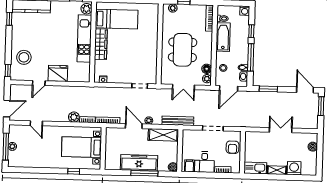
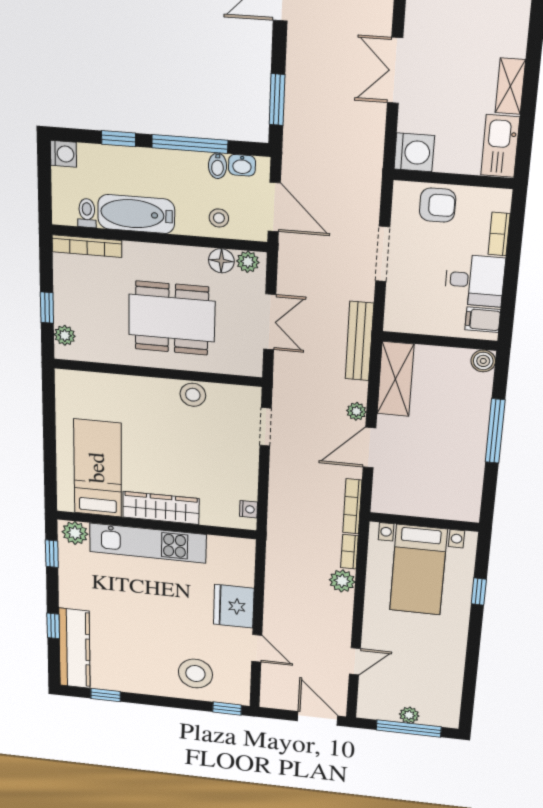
stool: (151, 58) -> (193, 395), added
freezer: (139, 163) -> (466, 442), removed
washing machine: (294, 168) -> (414, 152), moved, turned 180

